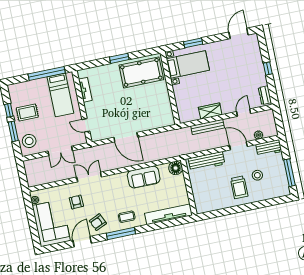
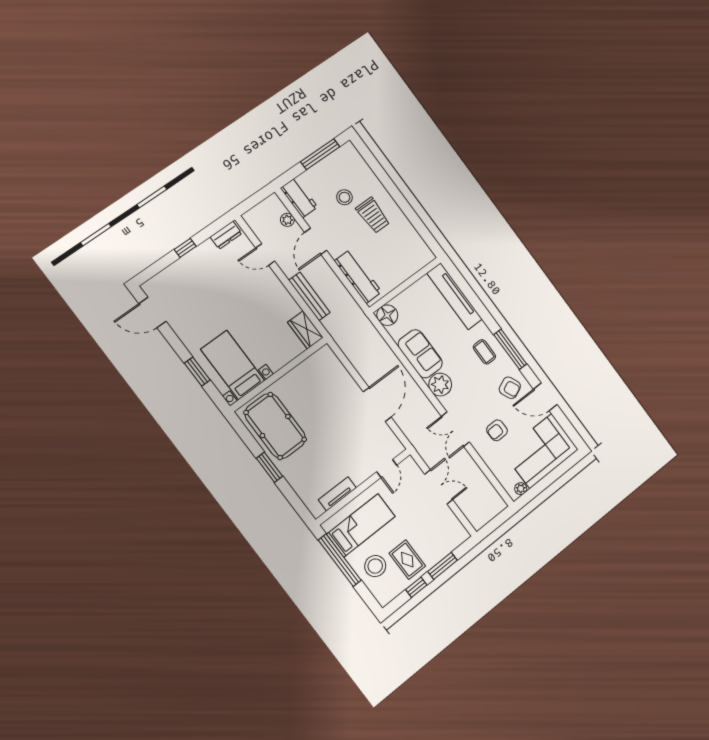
wardrobe: (210, 111) -> (305, 330), moved
stool: (29, 141) -> (375, 566), moved
plant: (120, 180) -> (440, 385), added
trolley: (239, 187) -> (373, 215), turned 90

